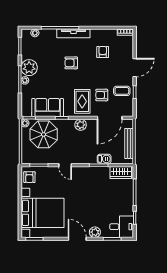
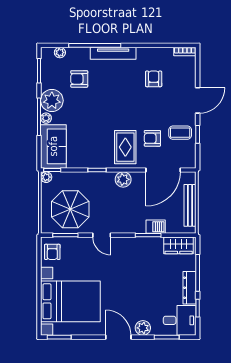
armchair: (71, 63) -> (79, 79), moved
sofa: (48, 108) -> (53, 146), moved, turned 90
parasol: (44, 134) -> (70, 209), moved
dresser: (129, 203) -> (190, 288), added

